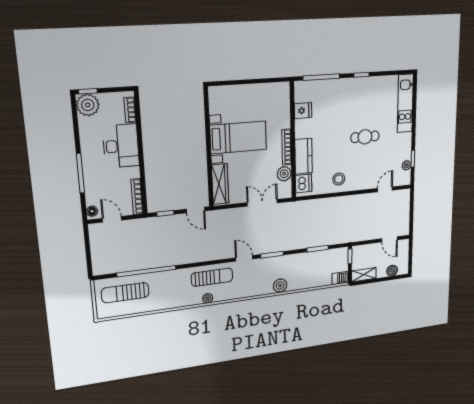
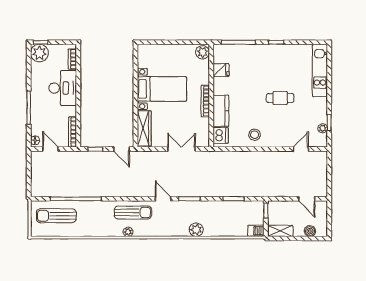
plant: (284, 174) -> (202, 52), moved

